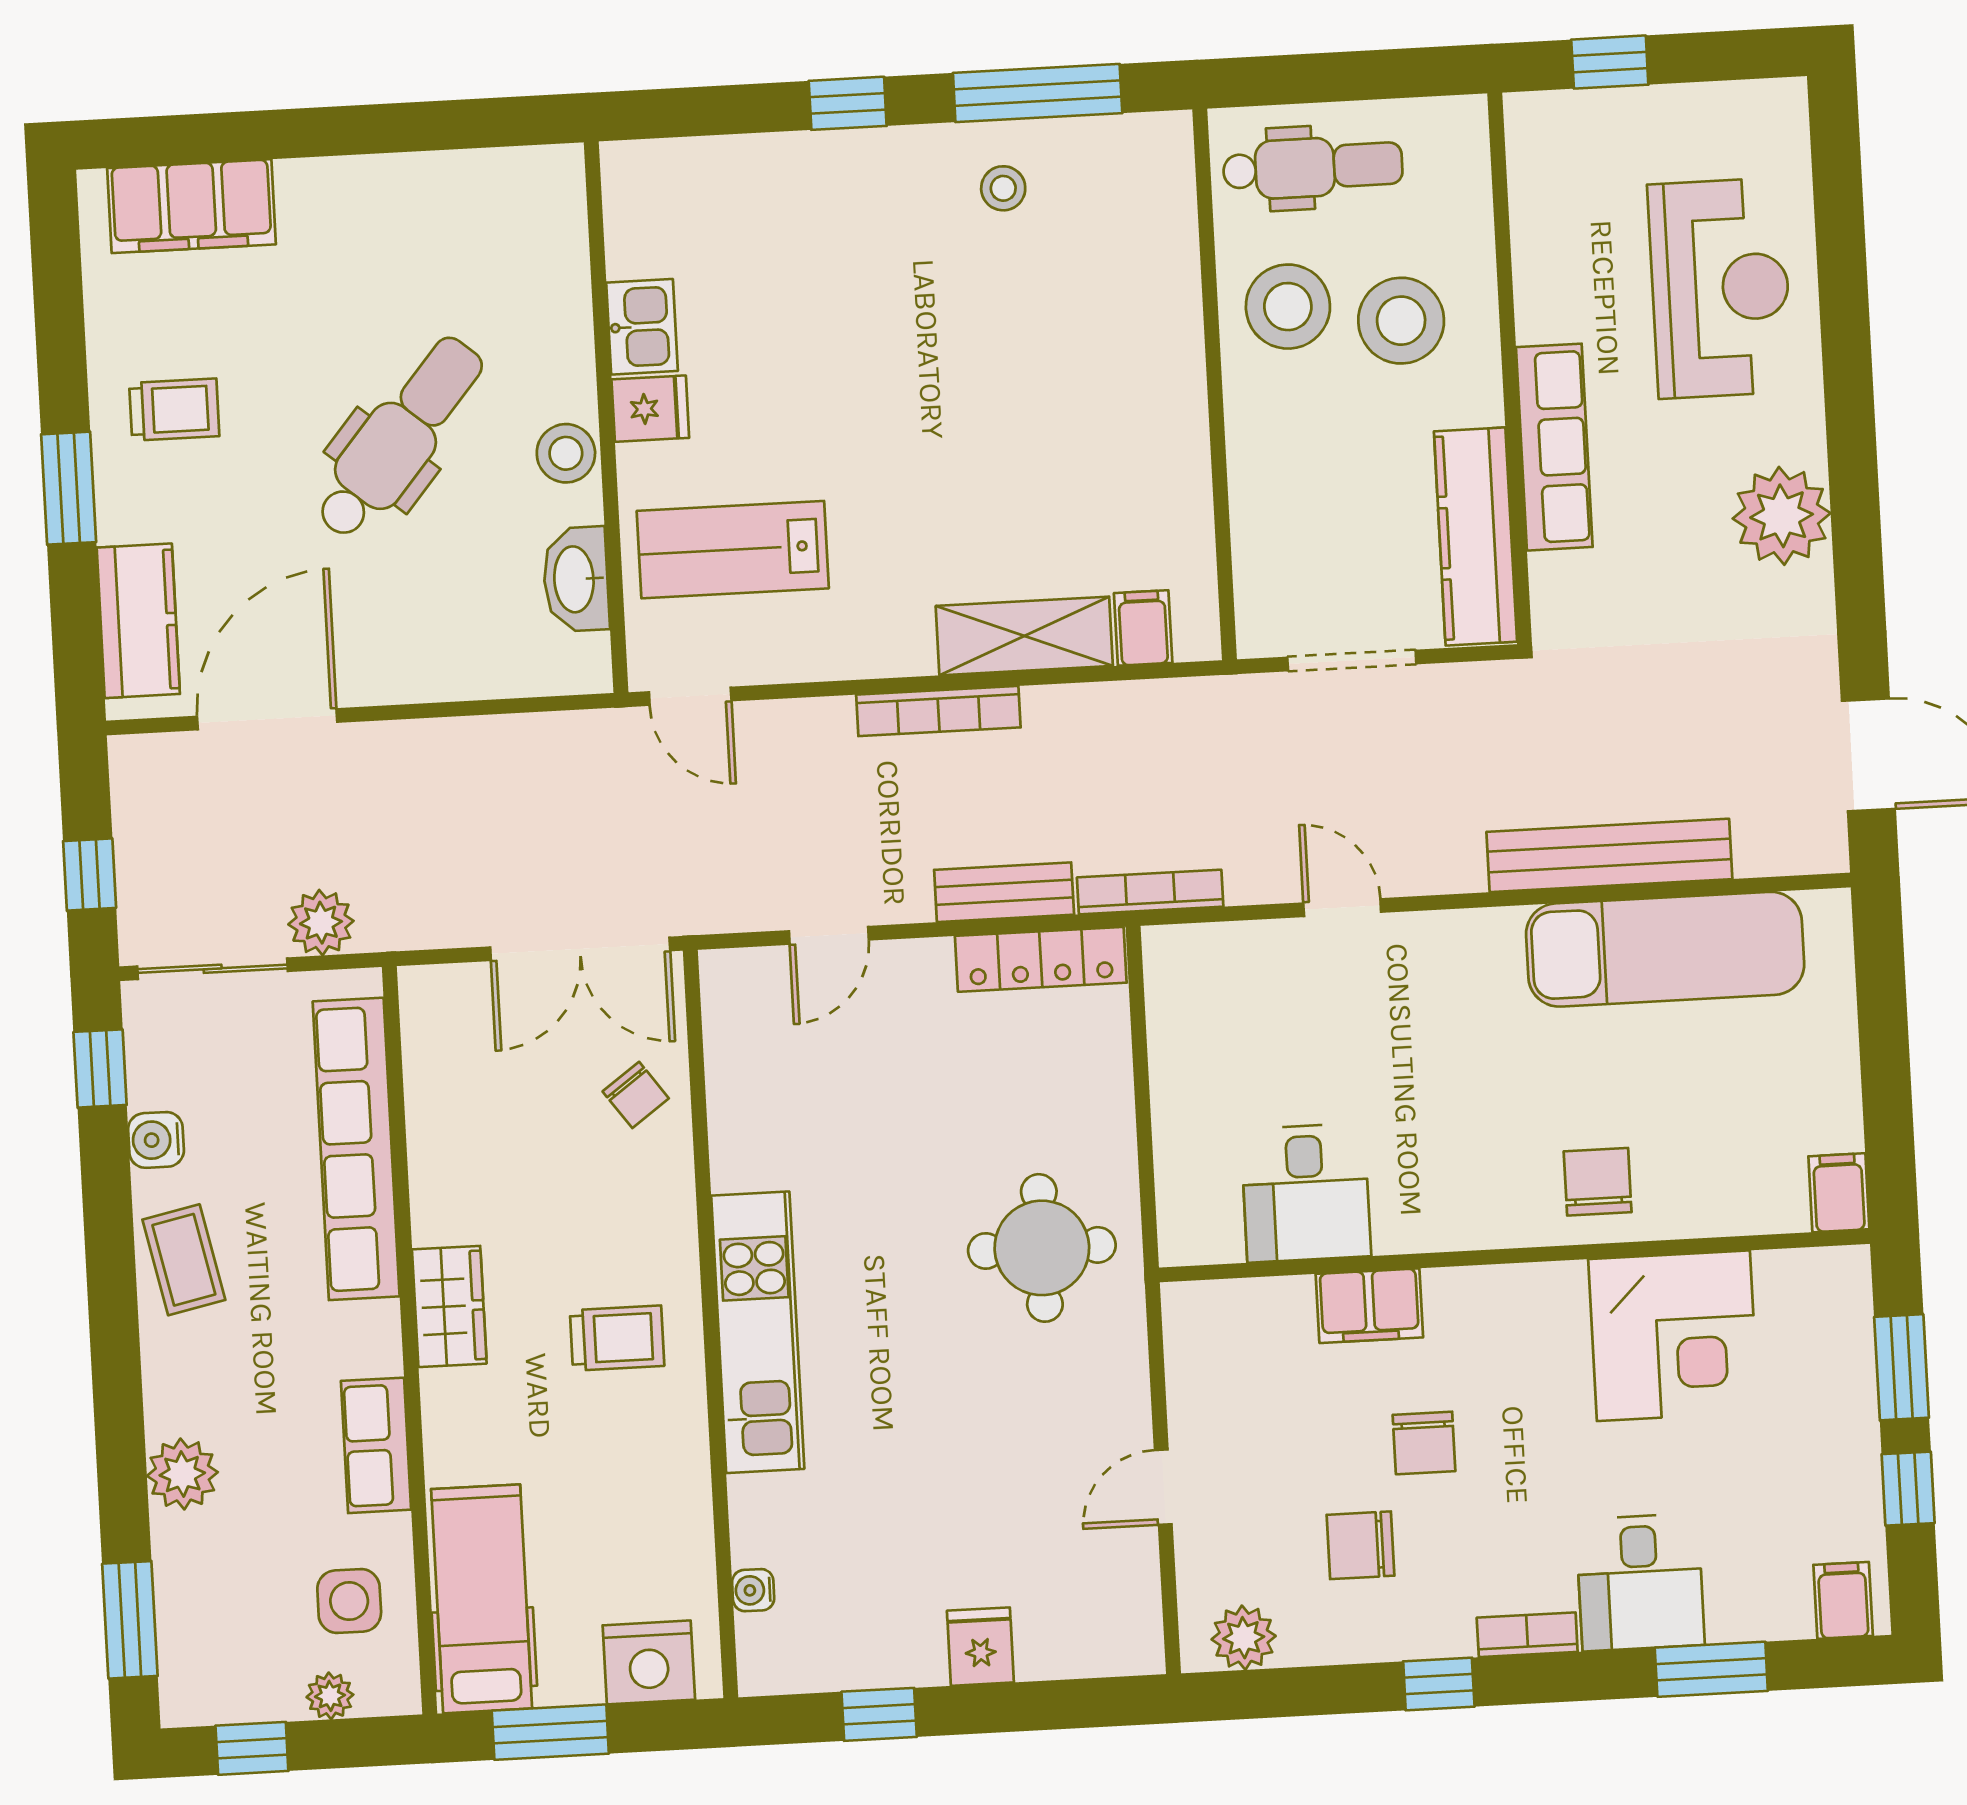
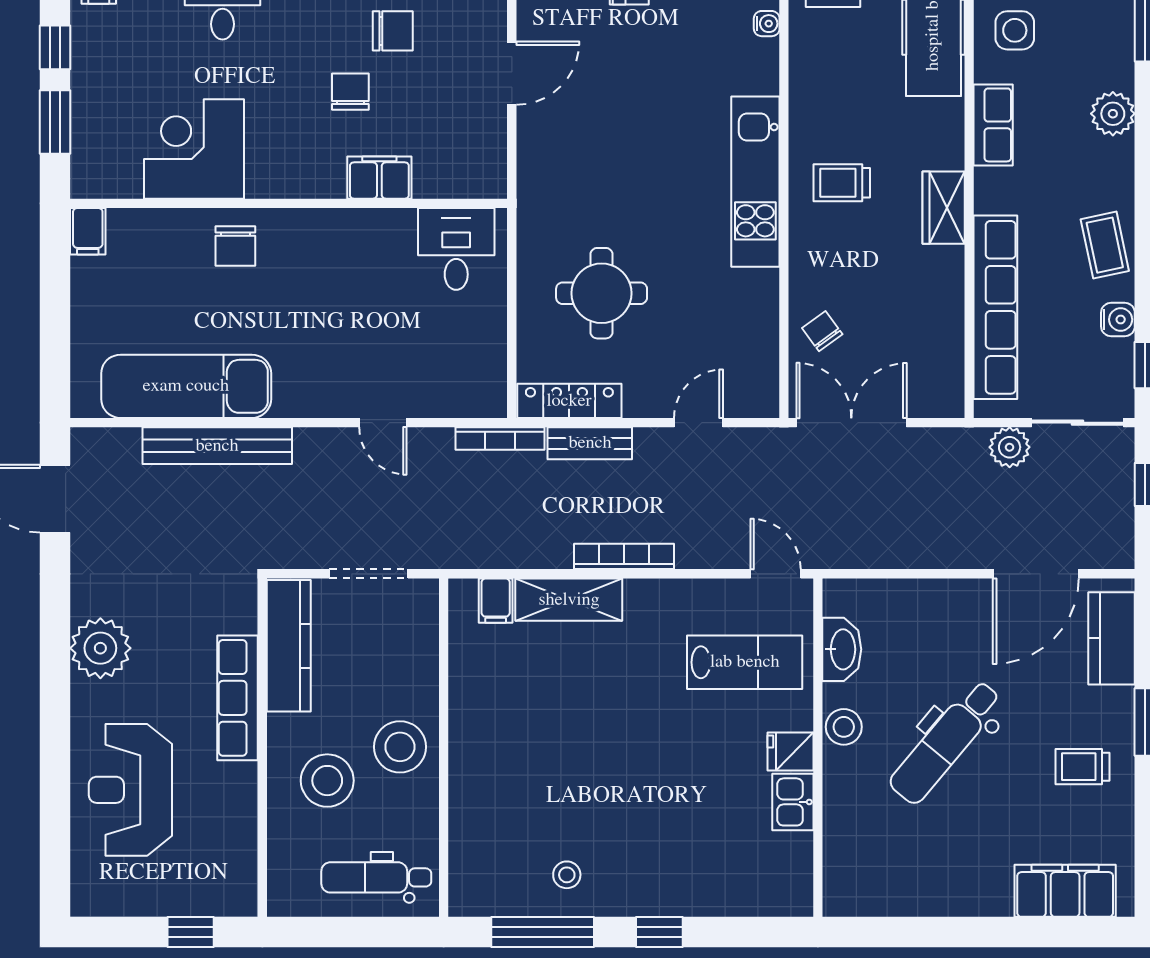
stool: (1288, 307) -> (400, 747), moved
desk: (1306, 1193) -> (456, 249), moved
round table: (1042, 1248) -> (602, 293), moved
door: (1163, 1487) -> (512, 73), width x1.38

